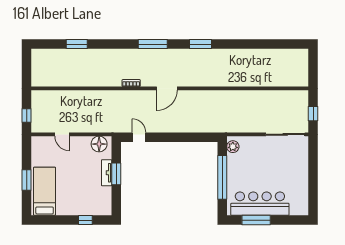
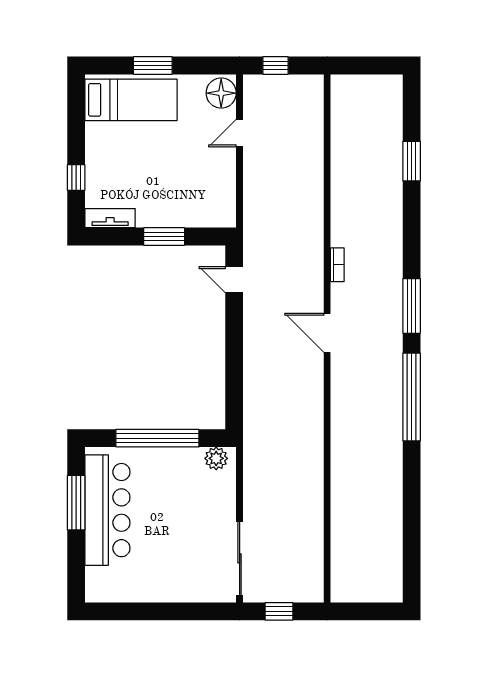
window: (201, 44) -> (412, 397), width x2.11
door: (139, 137) -> (234, 280), swing flipped
floor lamp: (99, 144) -> (221, 93), moved
tv unit: (107, 173) -> (110, 218), moved

